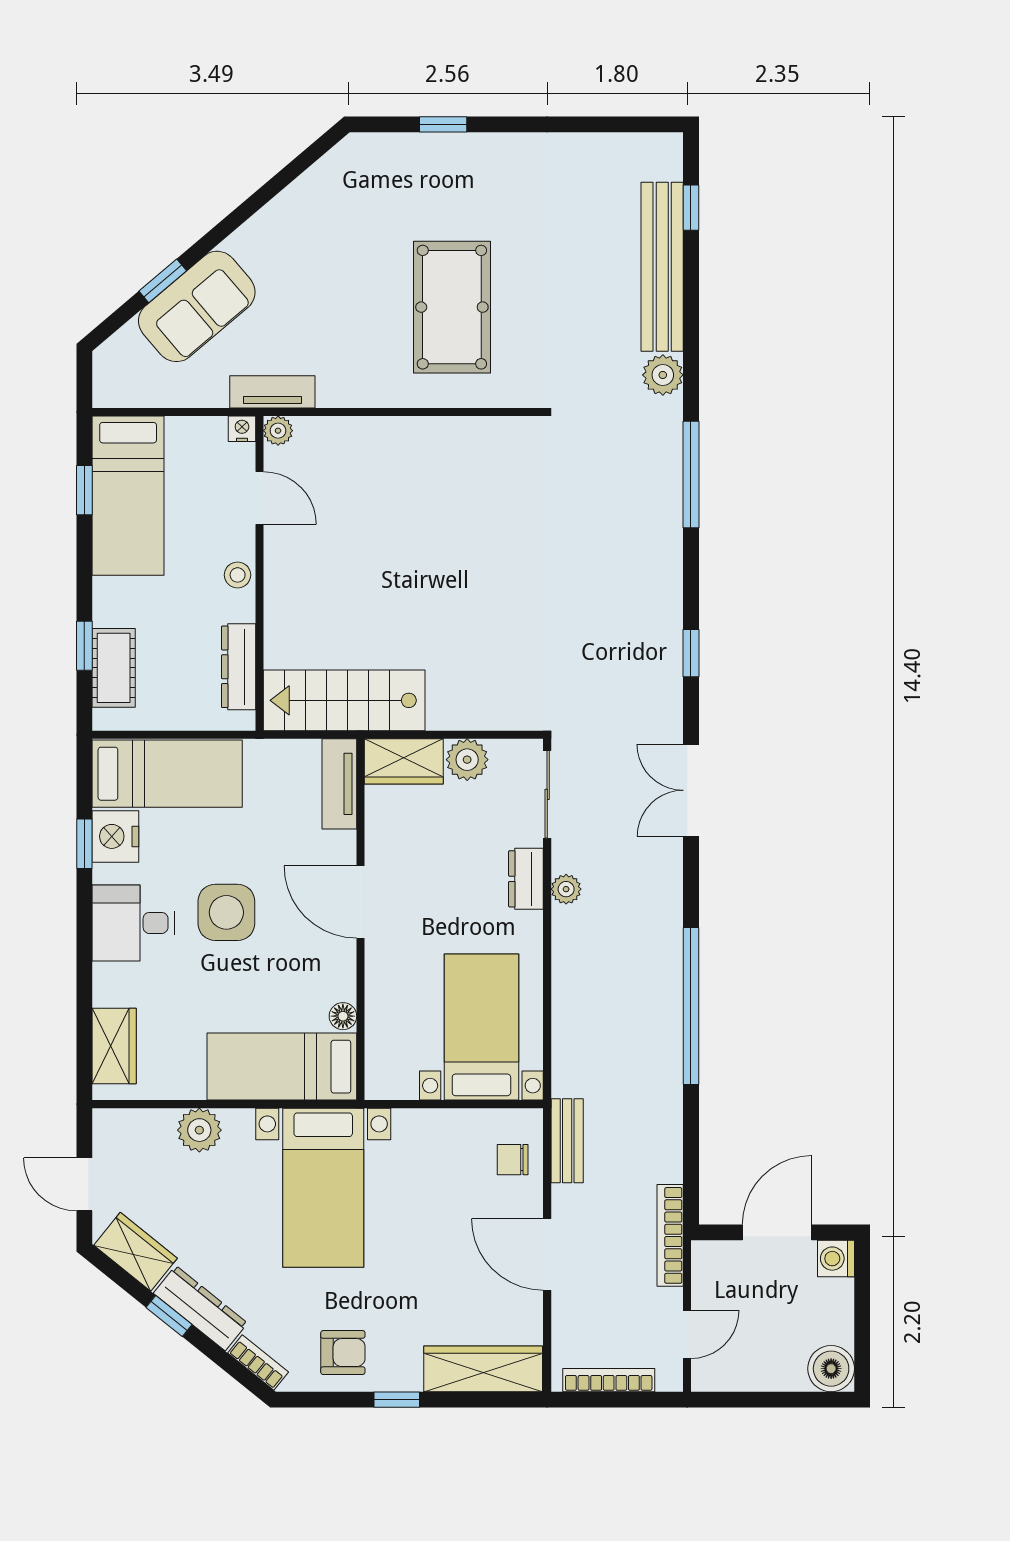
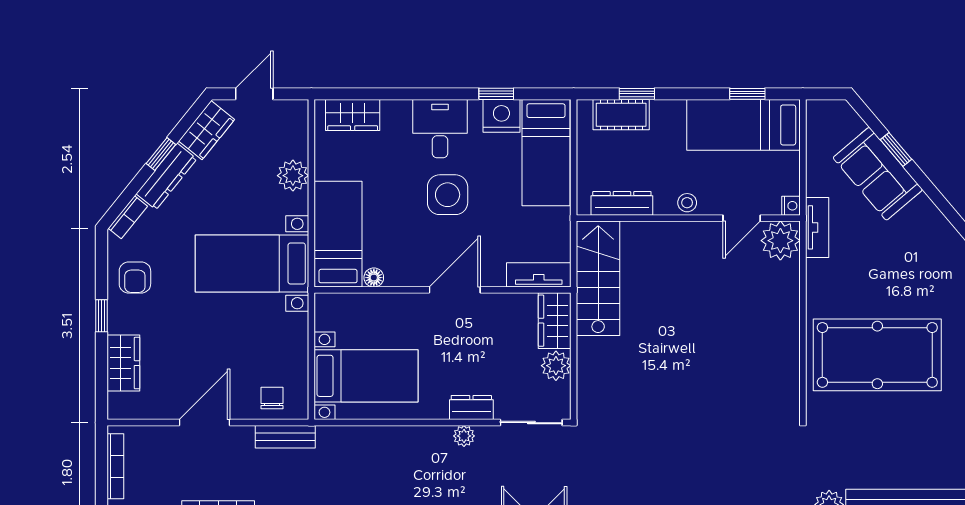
pool table: (452, 307) -> (877, 355), width x1.36, depth x1.32
plant: (278, 431) -> (780, 241), width x1.87, depth x1.87
wardrobe: (483, 1369) -> (123, 363), width x0.67

